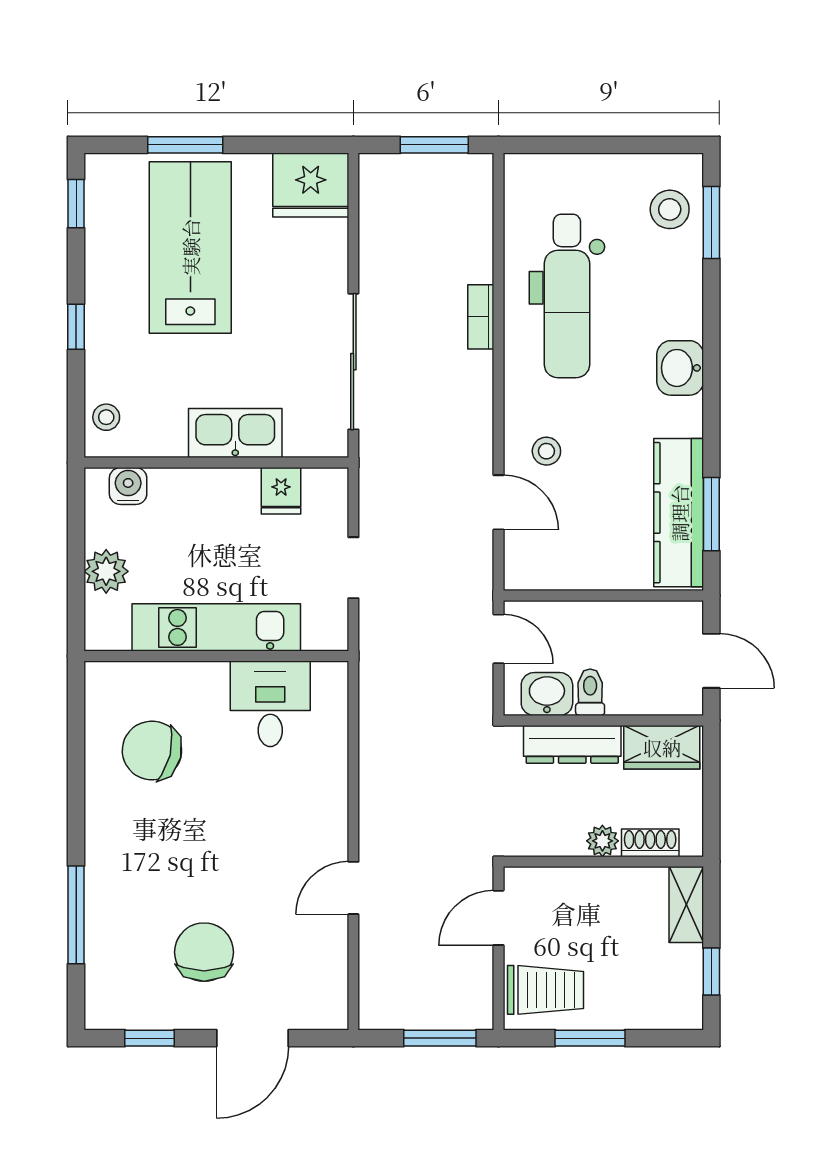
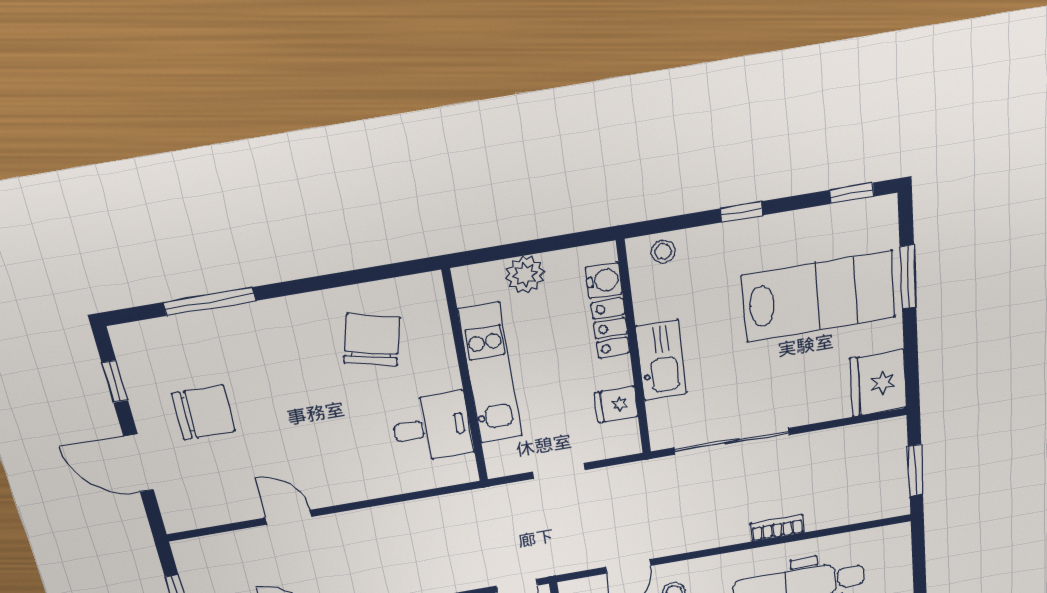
locker: (186, 486) -> (611, 328), added

